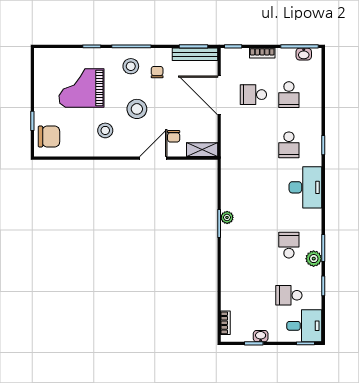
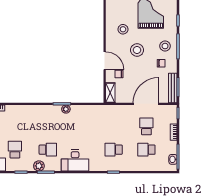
desk: (305, 187) -> (75, 160), moved

